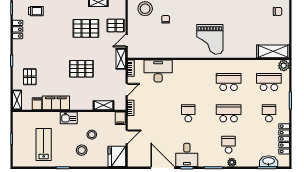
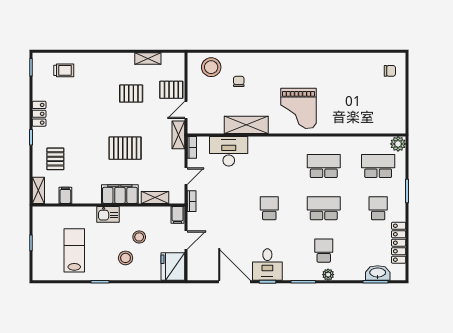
pallet: (86, 28) -> (131, 94), width x0.67, depth x0.71
locker: (18, 29) -> (39, 114), moved
shelving: (273, 51) -> (246, 125), moved
filing cabinet: (56, 103) -> (120, 194), moved

